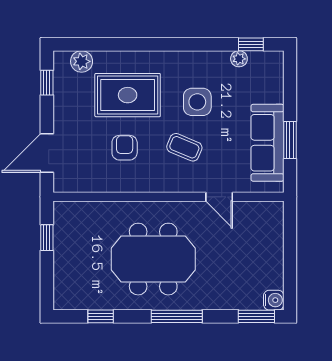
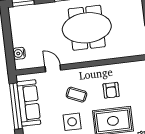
window: (290, 140) -> (16, 106), width x2.11
water cooler: (274, 300) -> (19, 53), moved

